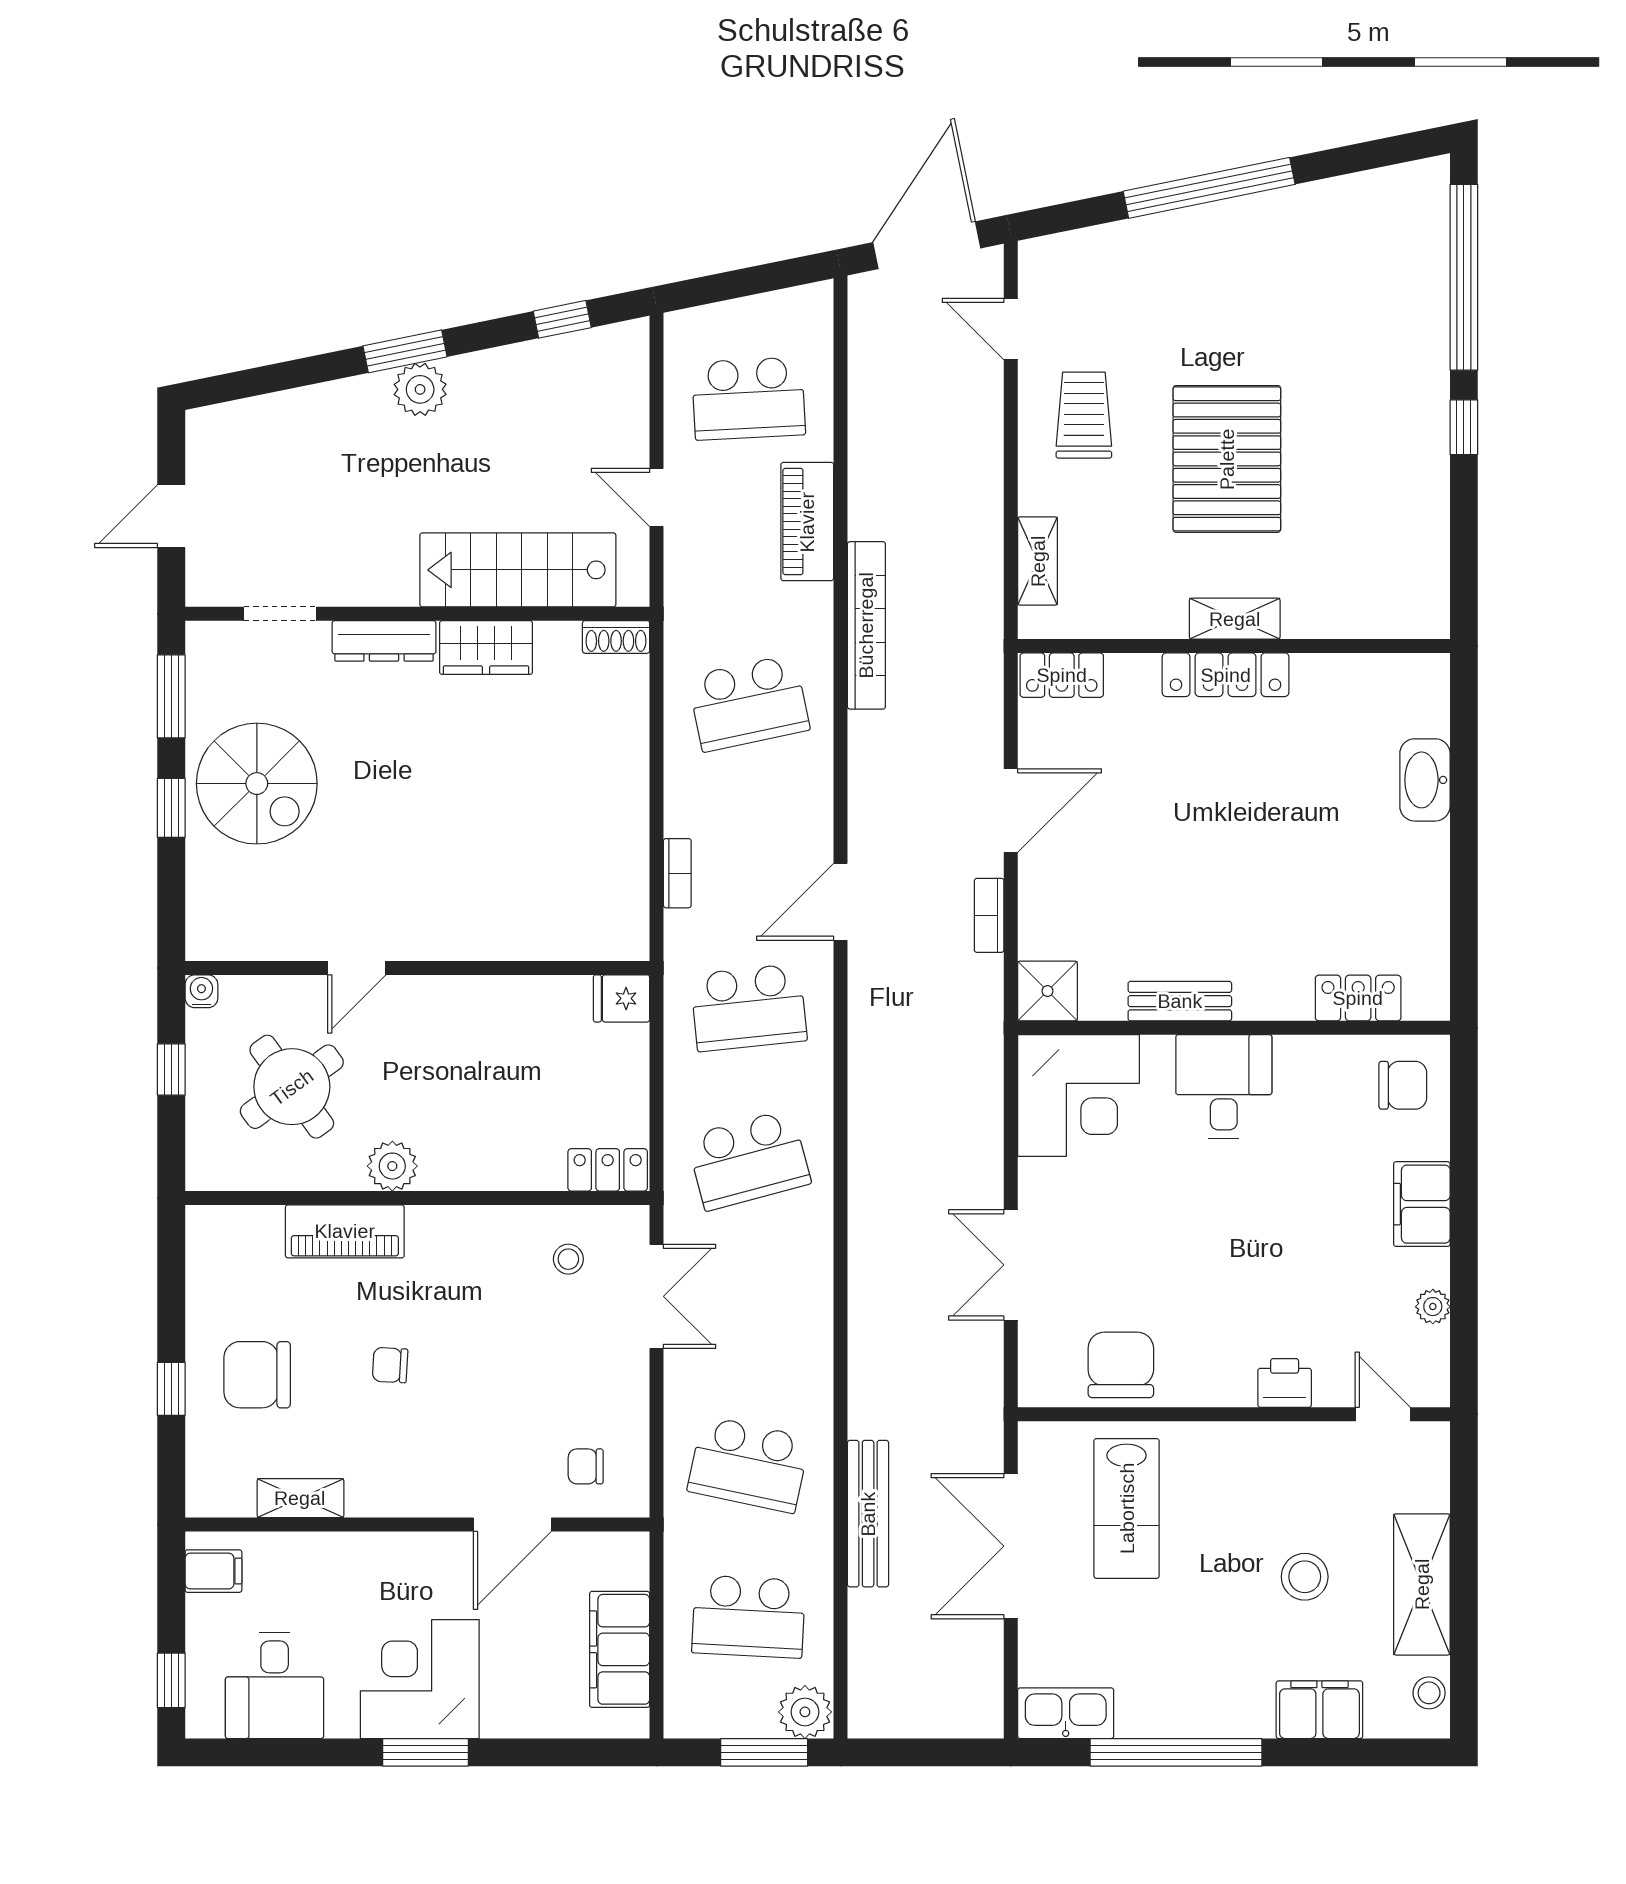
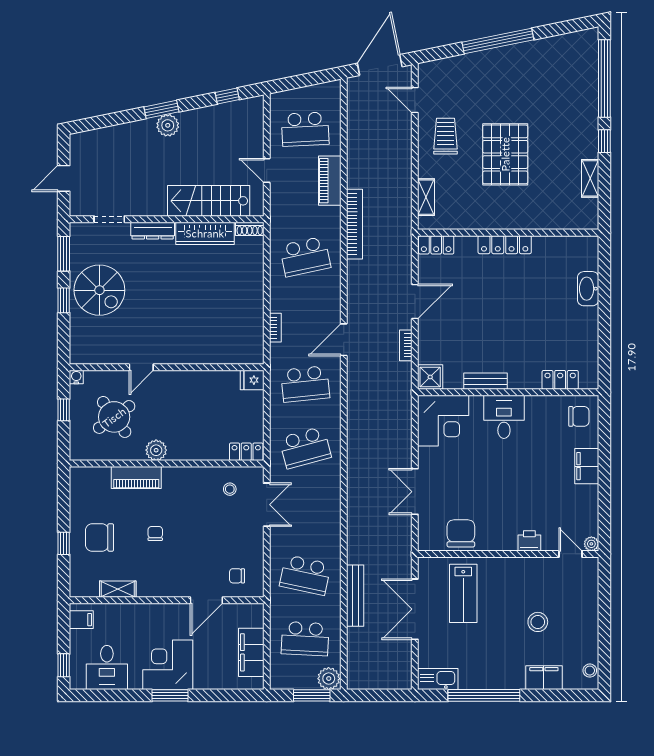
shelving: (1235, 619) -> (590, 178), moved, turned 90
wardrobe: (486, 648) -> (205, 233), width x1.50
plant: (1433, 1307) -> (591, 544), moved
chair: (390, 1365) -> (155, 533), turned 87
shelving: (1422, 1584) -> (587, 625), removed

